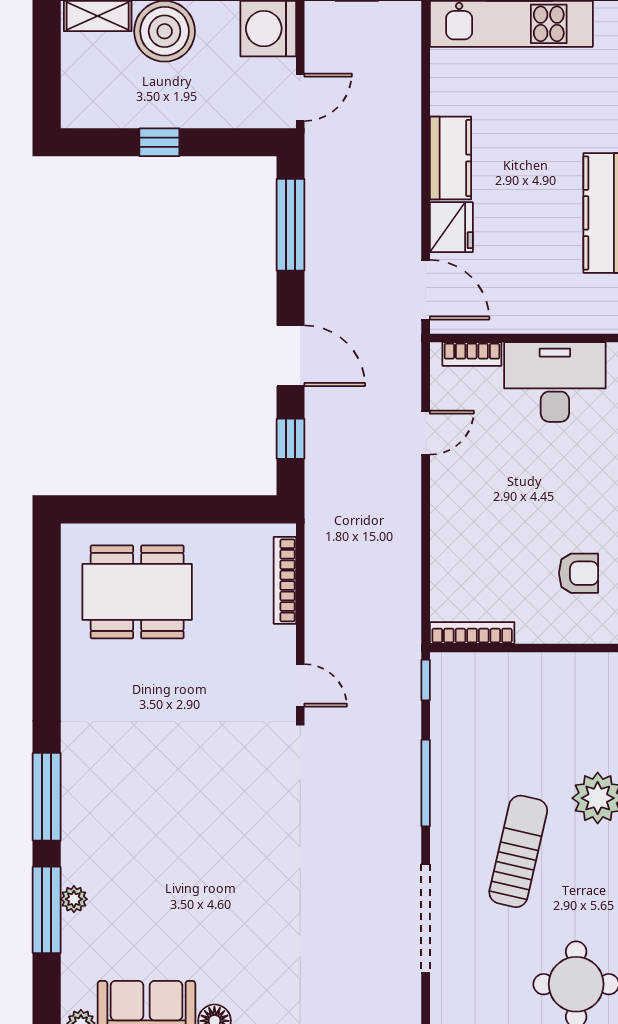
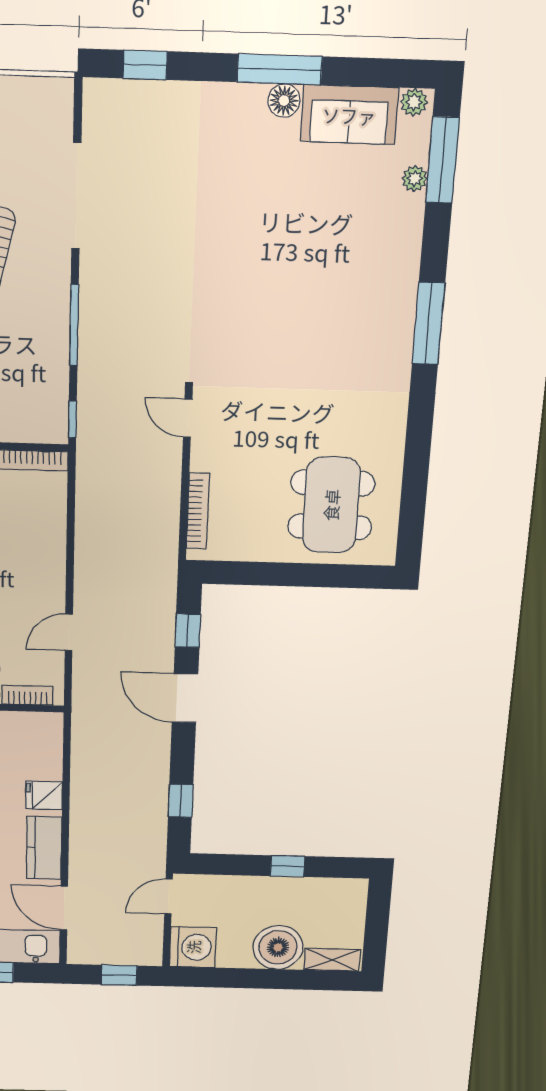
window: (290, 225) -> (181, 801), width x0.46
fridge: (451, 227) -> (44, 795), width x0.72
door: (426, 290) -> (64, 908), moved
dining table: (137, 592) -> (331, 505), turned 90
plant: (74, 899) -> (415, 178), moved
window: (47, 910) -> (442, 160), moved

